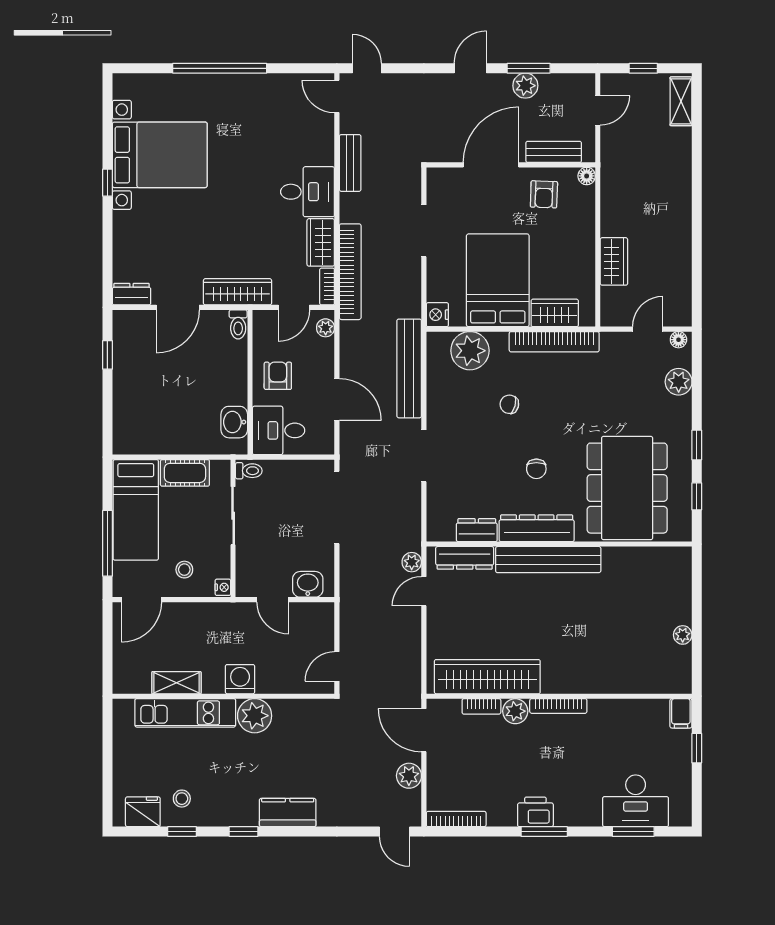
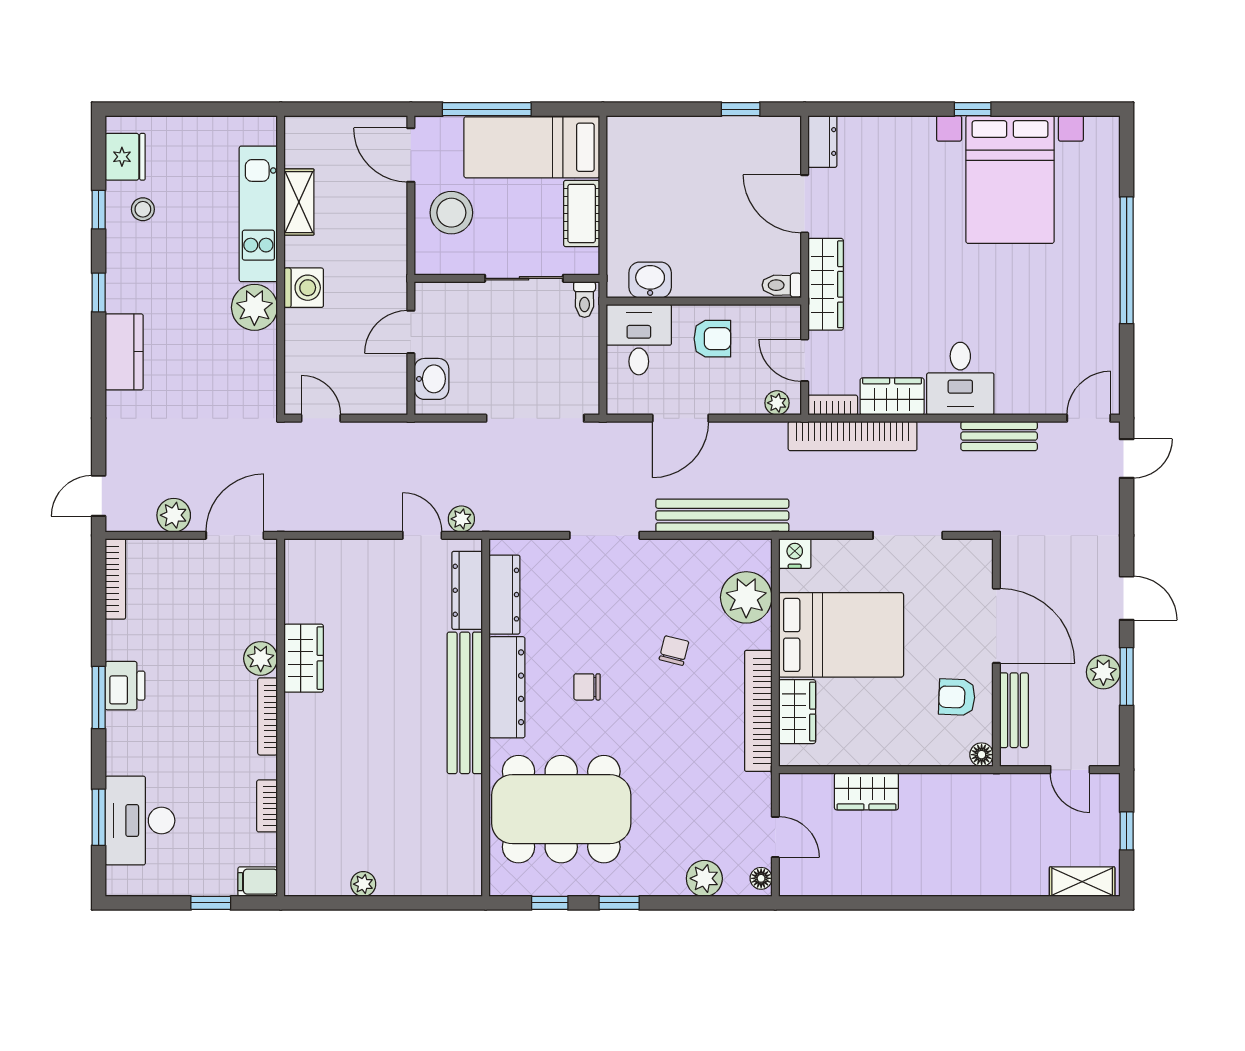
dresser: (477, 530) -> (504, 595), width x1.44
stool: (184, 570) -> (451, 213), width x1.89, depth x1.89
nightstand: (223, 587) -> (428, 265), removed
wardrobe: (487, 677) -> (304, 658), width x0.48, depth x0.85
bookcase: (481, 706) -> (267, 806), moved

